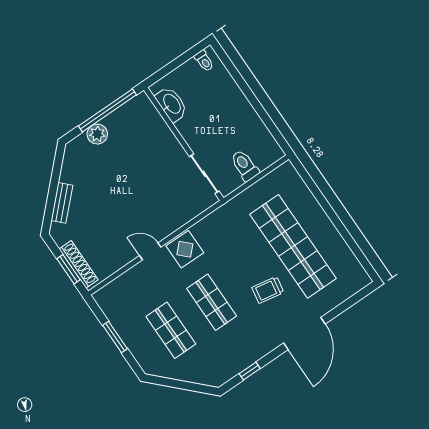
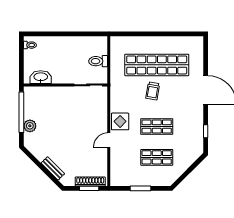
trolley: (268, 290) -> (153, 91), moved

